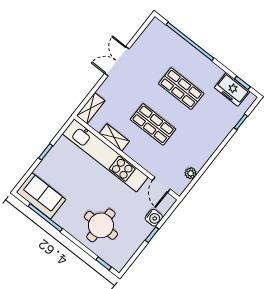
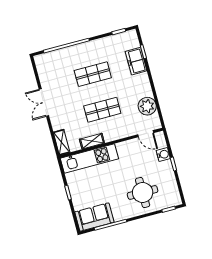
freezer: (232, 89) -> (136, 61), moved, turned 90
kitchen unit: (105, 155) -> (89, 158), width x0.73
plant: (191, 173) -> (147, 106), width x1.88, depth x1.88

